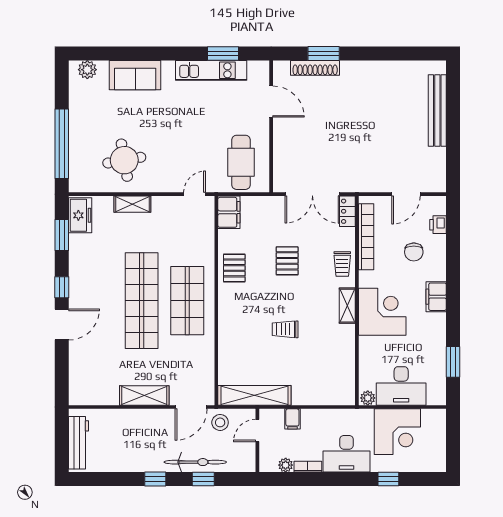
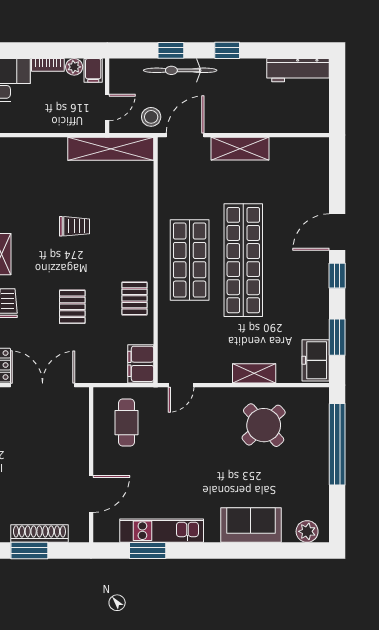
door: (271, 102) -> (91, 494), swing flipped
round table: (124, 160) -> (264, 425), turned -32
cafe table: (241, 162) -> (126, 423), width x0.73, depth x0.74
filing cabinet: (292, 419) -> (93, 70), moved, turned 180
workbench: (79, 443) -> (298, 70), moved, turned -90

